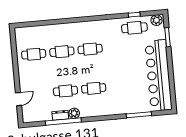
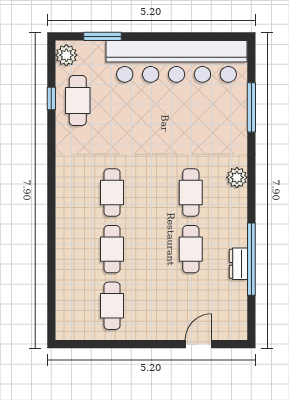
door: (19, 99) -> (198, 344), hinge flipped
plant: (74, 113) -> (237, 177), moved

